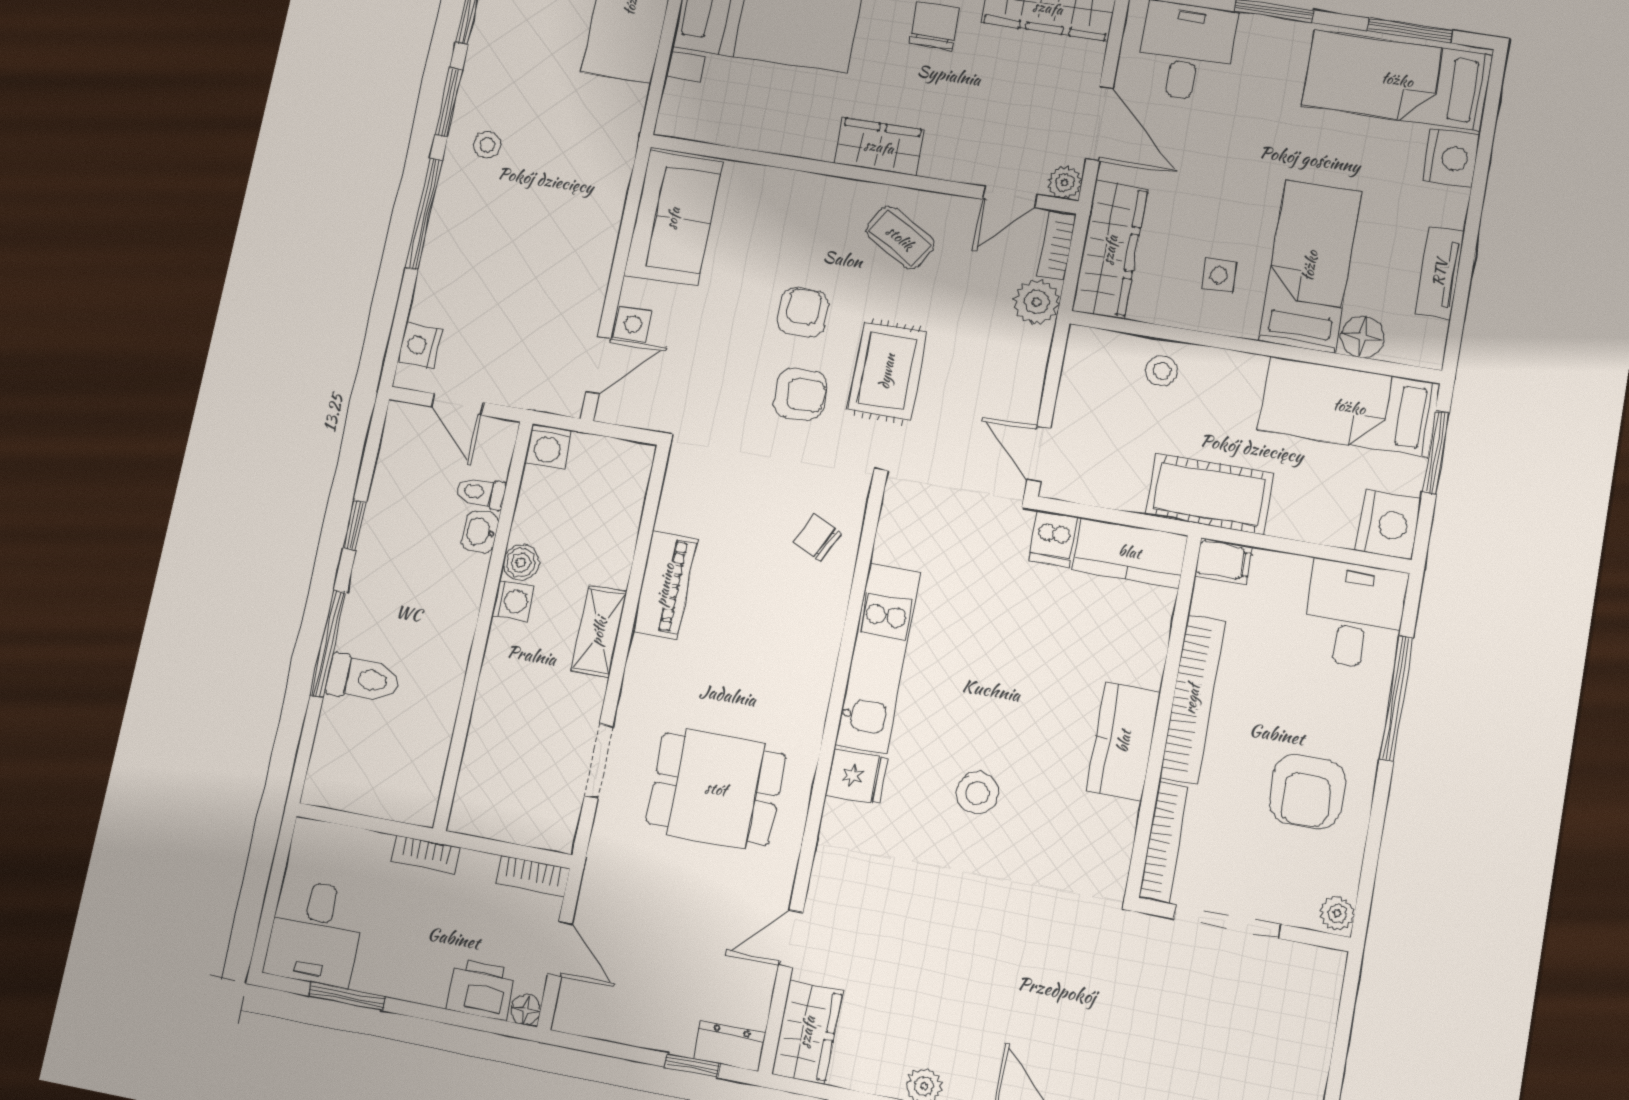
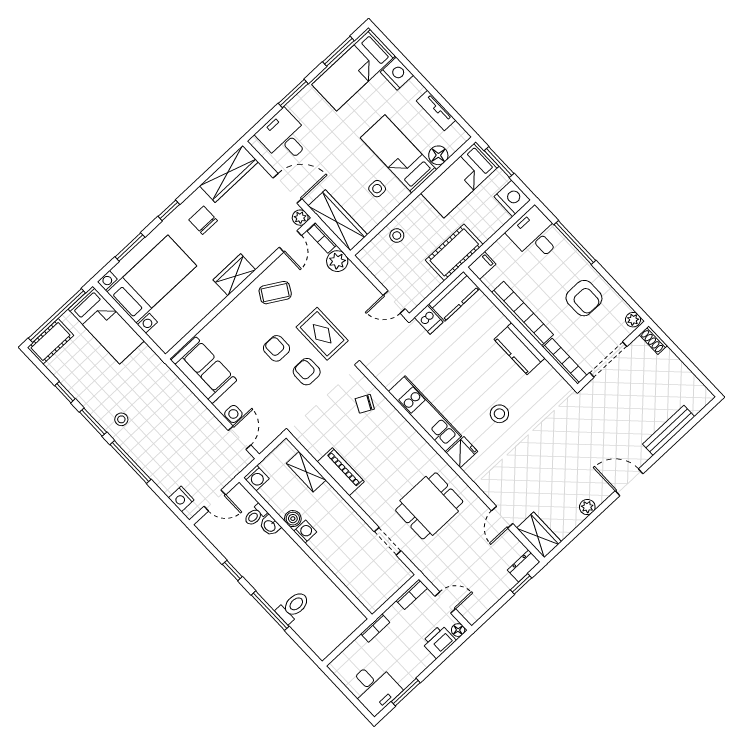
armchair: (800, 394) -> (307, 372), turned -90
shelving: (599, 631) -> (306, 472), moved
shoe rack: (1328, 980) -> (653, 340), added

